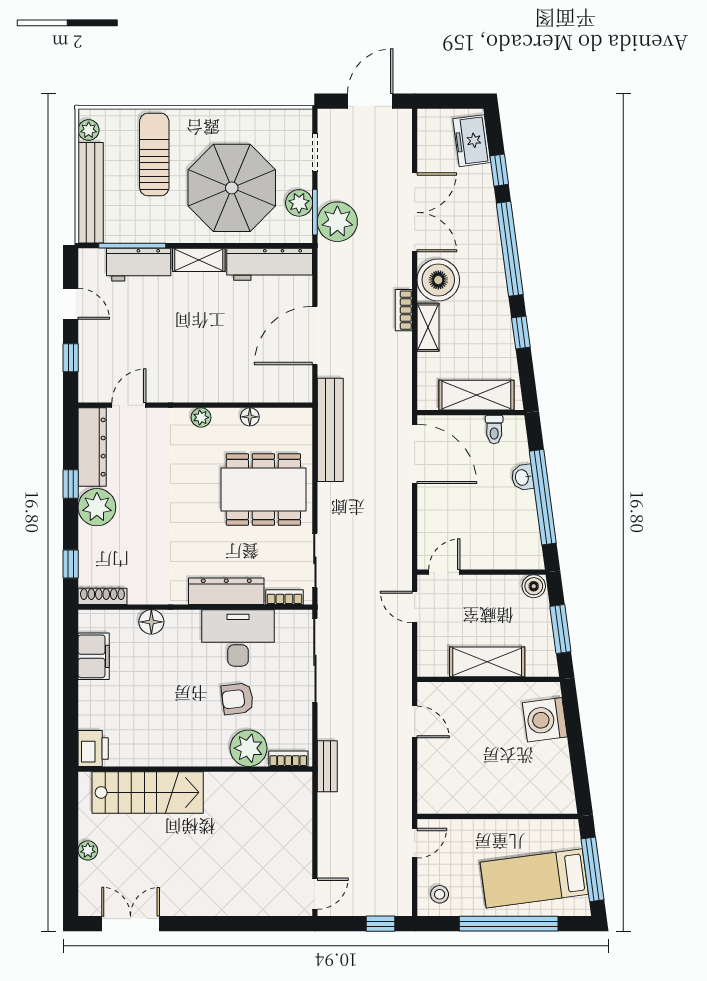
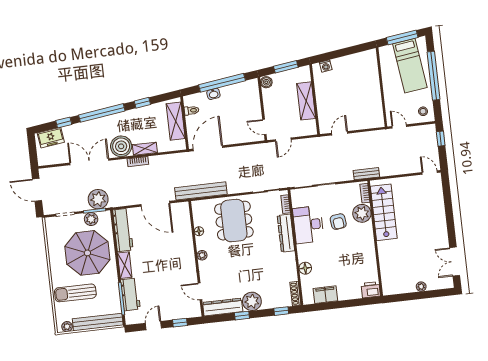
washing machine: (545, 720) -> (326, 66), width x0.53, depth x0.53
stairs: (148, 792) -> (384, 212), moved

